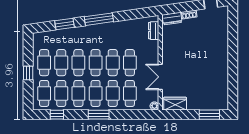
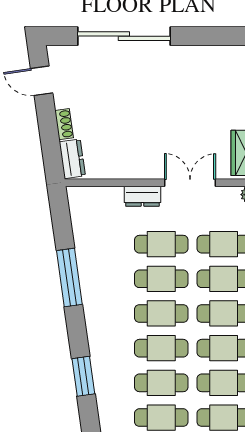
window: (99, 19) -> (69, 277), moved
dresser: (154, 31) -> (142, 196), moved
sliding door: (233, 44) -> (124, 36), added
double door: (160, 77) -> (190, 183), swing flipped

